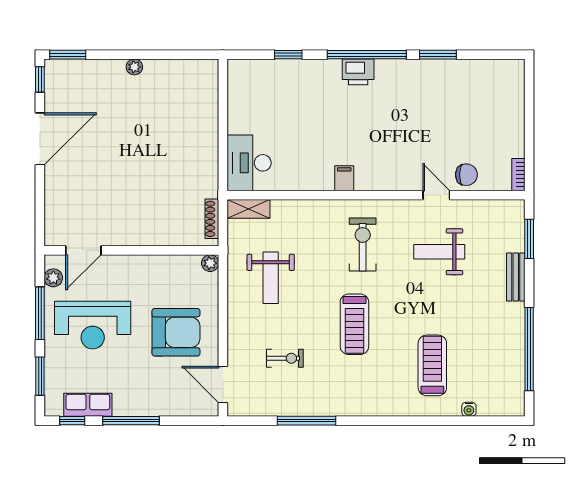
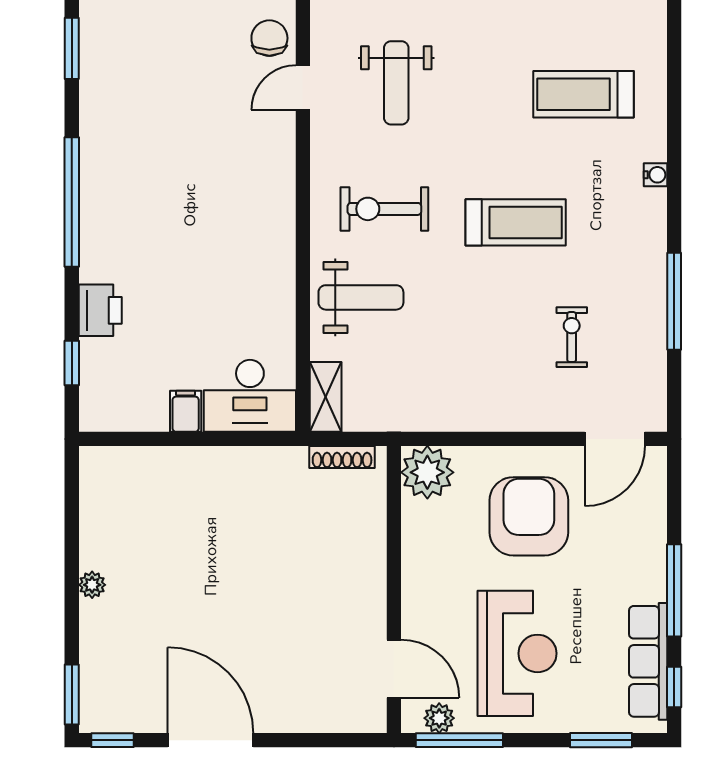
window: (288, 55) -> (72, 363), moved
window: (438, 55) -> (72, 48), moved
printer: (358, 72) -> (100, 310), moved
filing cabinet: (344, 178) -> (186, 411), moved, turned 90
plant: (210, 263) -> (427, 472), width x1.87, depth x1.87
weight bench: (271, 278) -> (361, 297), moved
window: (40, 313) -> (459, 740), moved
row of seats: (88, 405) -> (648, 661), width x1.48
water cooler: (469, 409) -> (656, 175), moved

